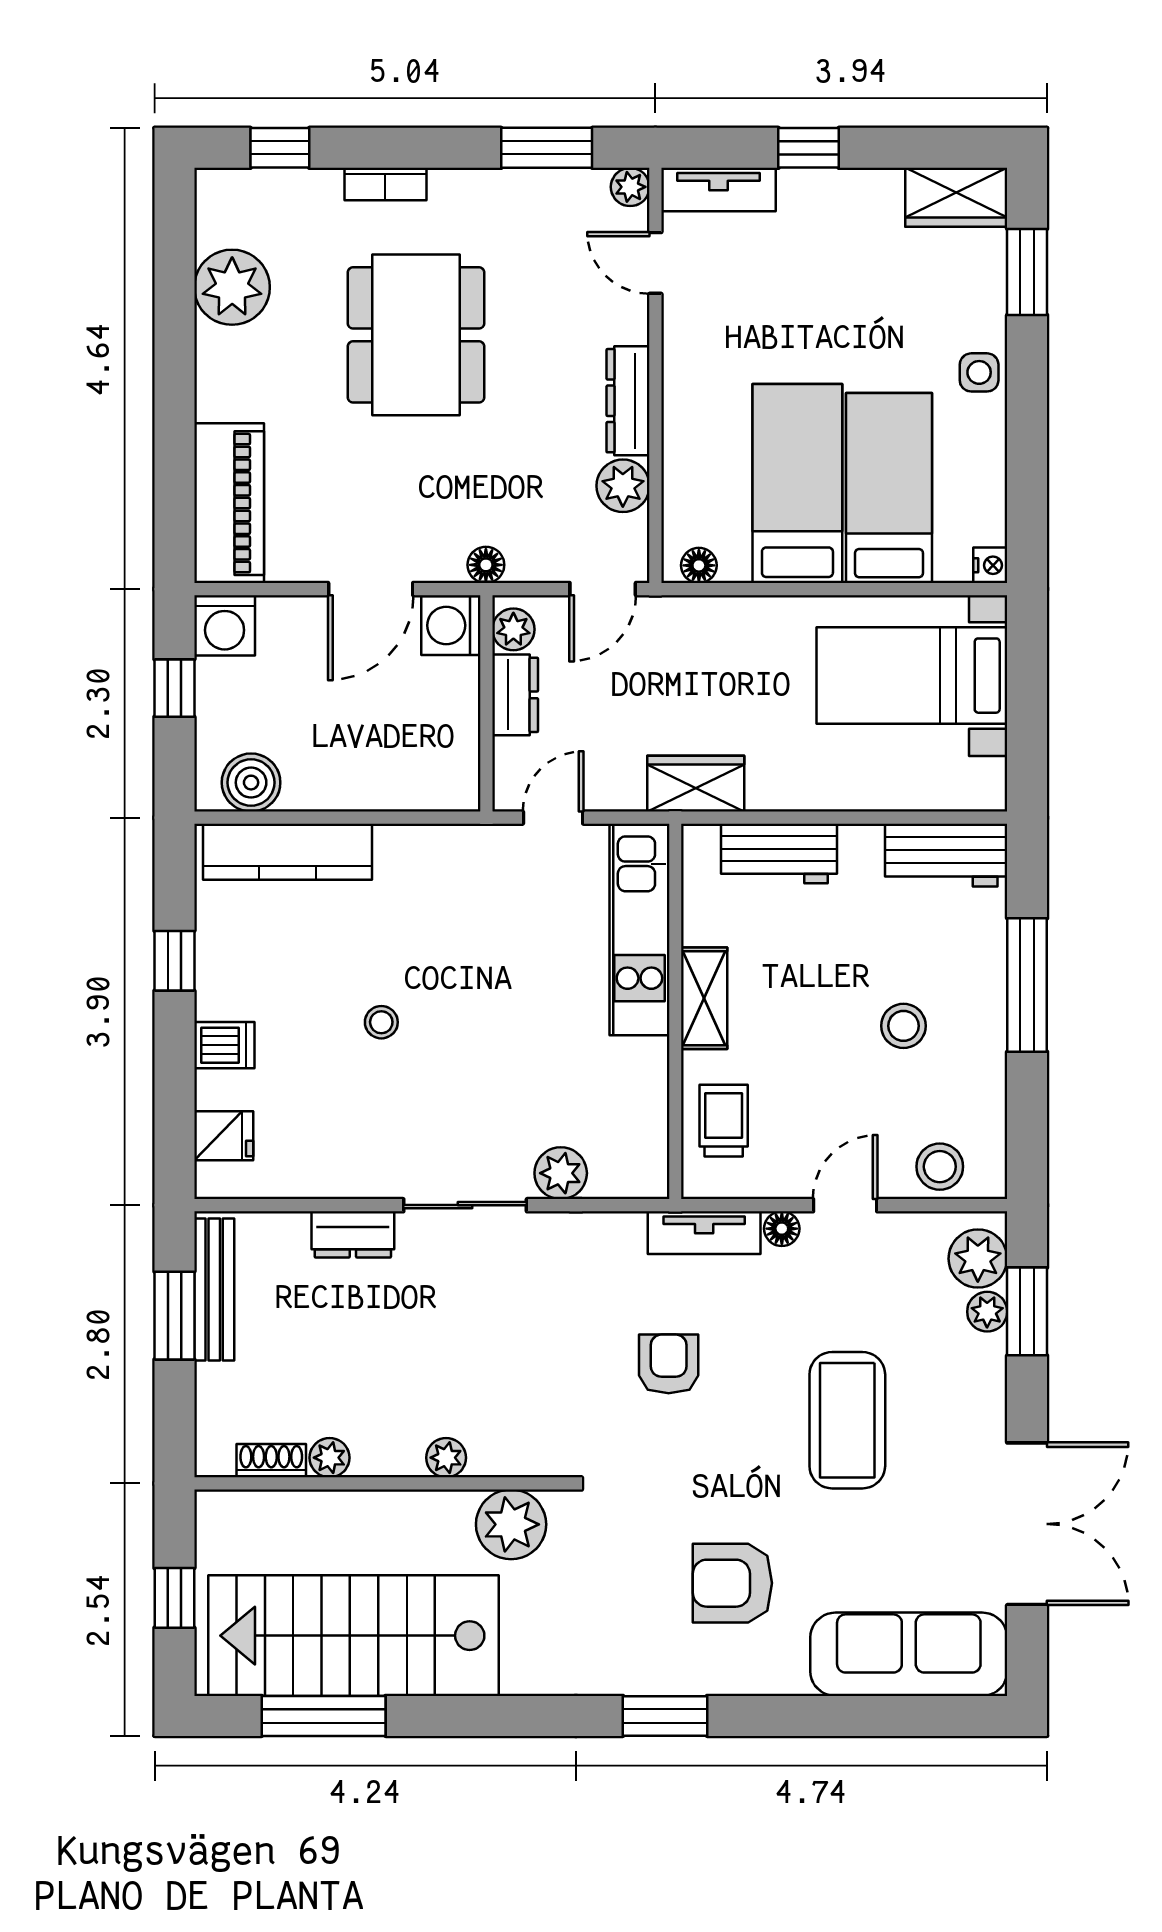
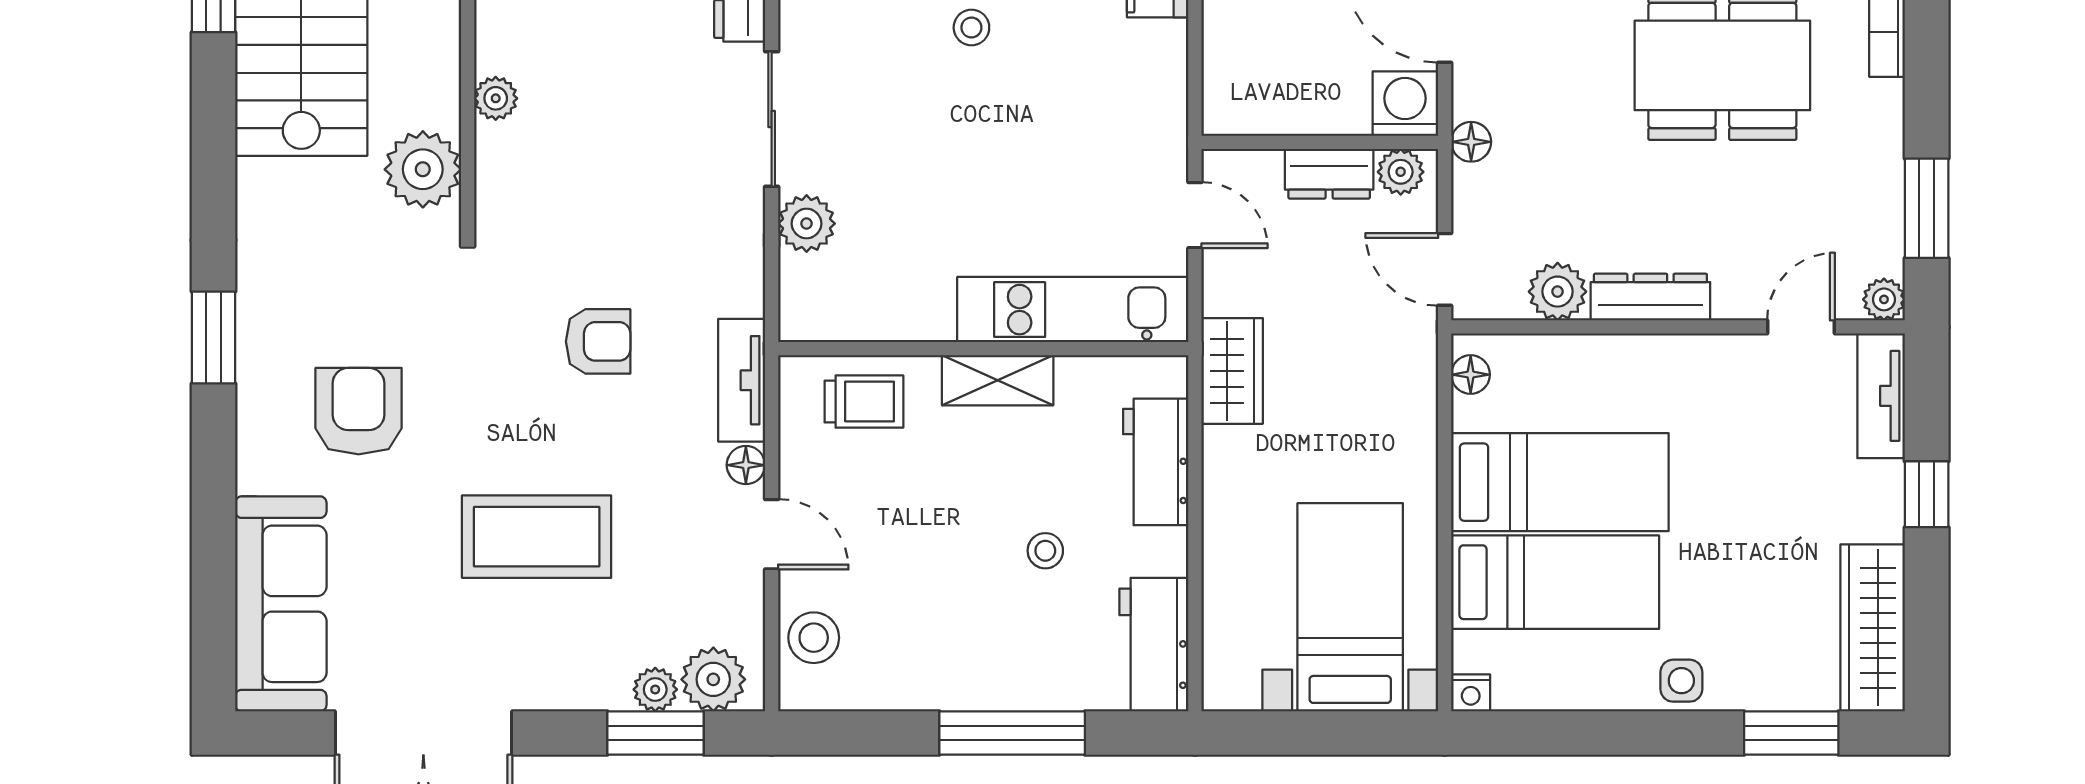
wardrobe: (956, 197) -> (1873, 628), width x1.50
stool: (903, 1026) -> (1045, 551), moved, width x0.73, depth x0.73

